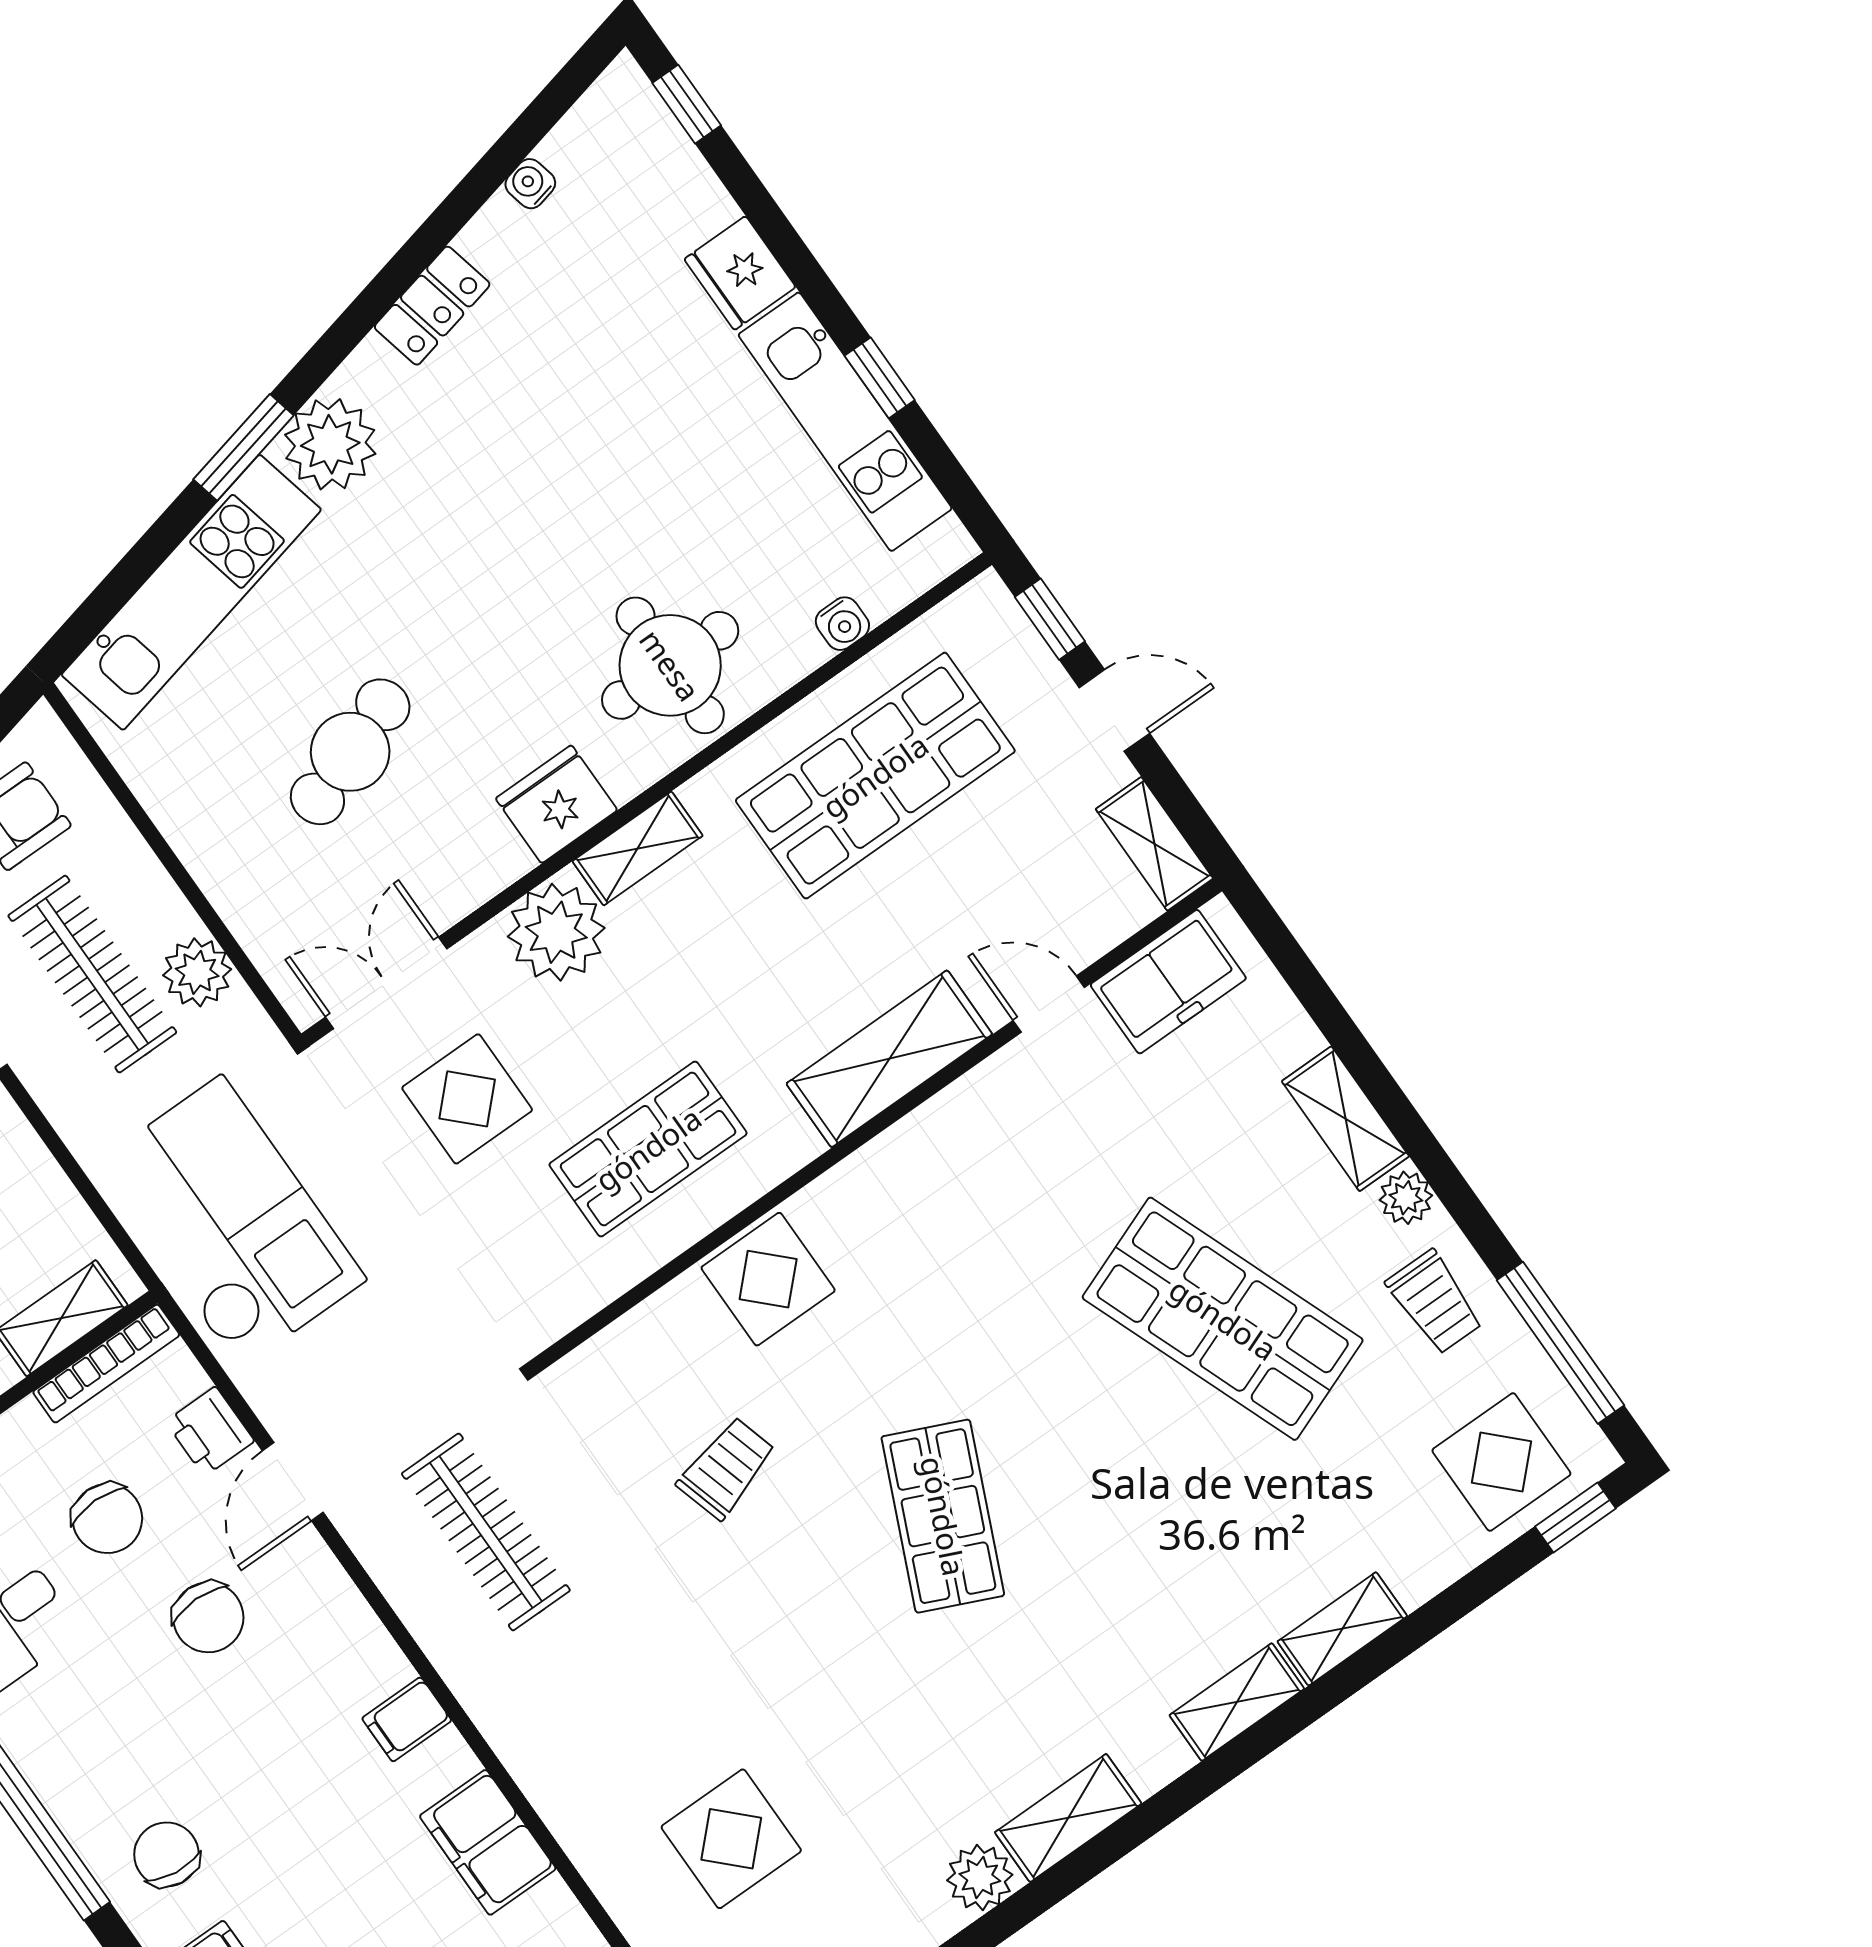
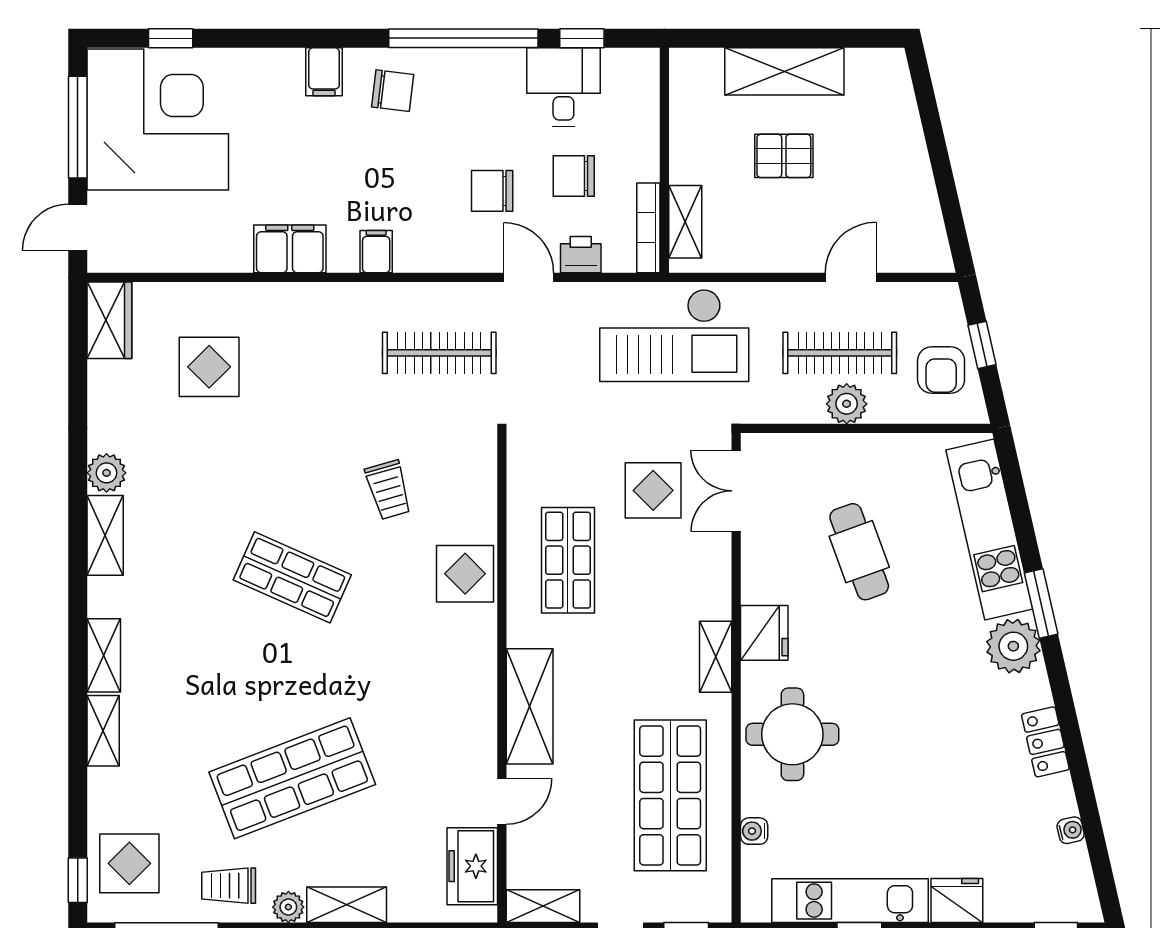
plant: (556, 932) -> (703, 589), removed
plant: (197, 972) -> (847, 404), moved
double door: (386, 983) -> (736, 491), swing flipped

